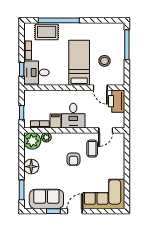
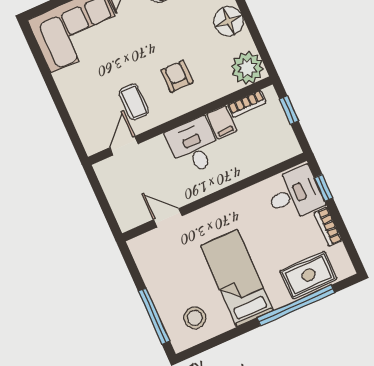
stool: (105, 61) -> (195, 318), moved
bed: (79, 63) -> (237, 278), moved, turned 180
printer: (117, 101) -> (128, 207), removed
plant: (46, 137) -> (225, 86), removed
armchair: (73, 159) -> (177, 76), moved

